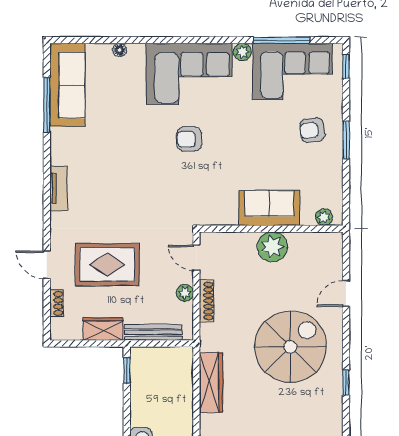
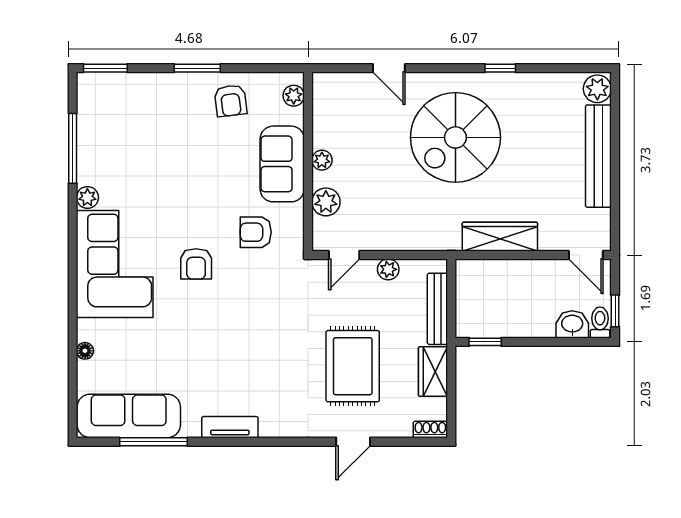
window: (346, 66) -> (105, 68), width x1.50
corner sofa: (292, 71) -> (112, 135), removed
armchair: (312, 130) -> (230, 101), moved
armchair: (215, 187) -> (256, 232), added
tv unit: (58, 188) -> (230, 427), moved
plant: (239, 243) -> (326, 202), added
plant: (272, 247) -> (322, 160), width x0.53, depth x0.53
shoe rack: (207, 301) -> (398, 242), removed
shoe rack: (57, 303) -> (430, 430), moved
spiral stairs: (291, 347) -> (455, 137), turned -90

